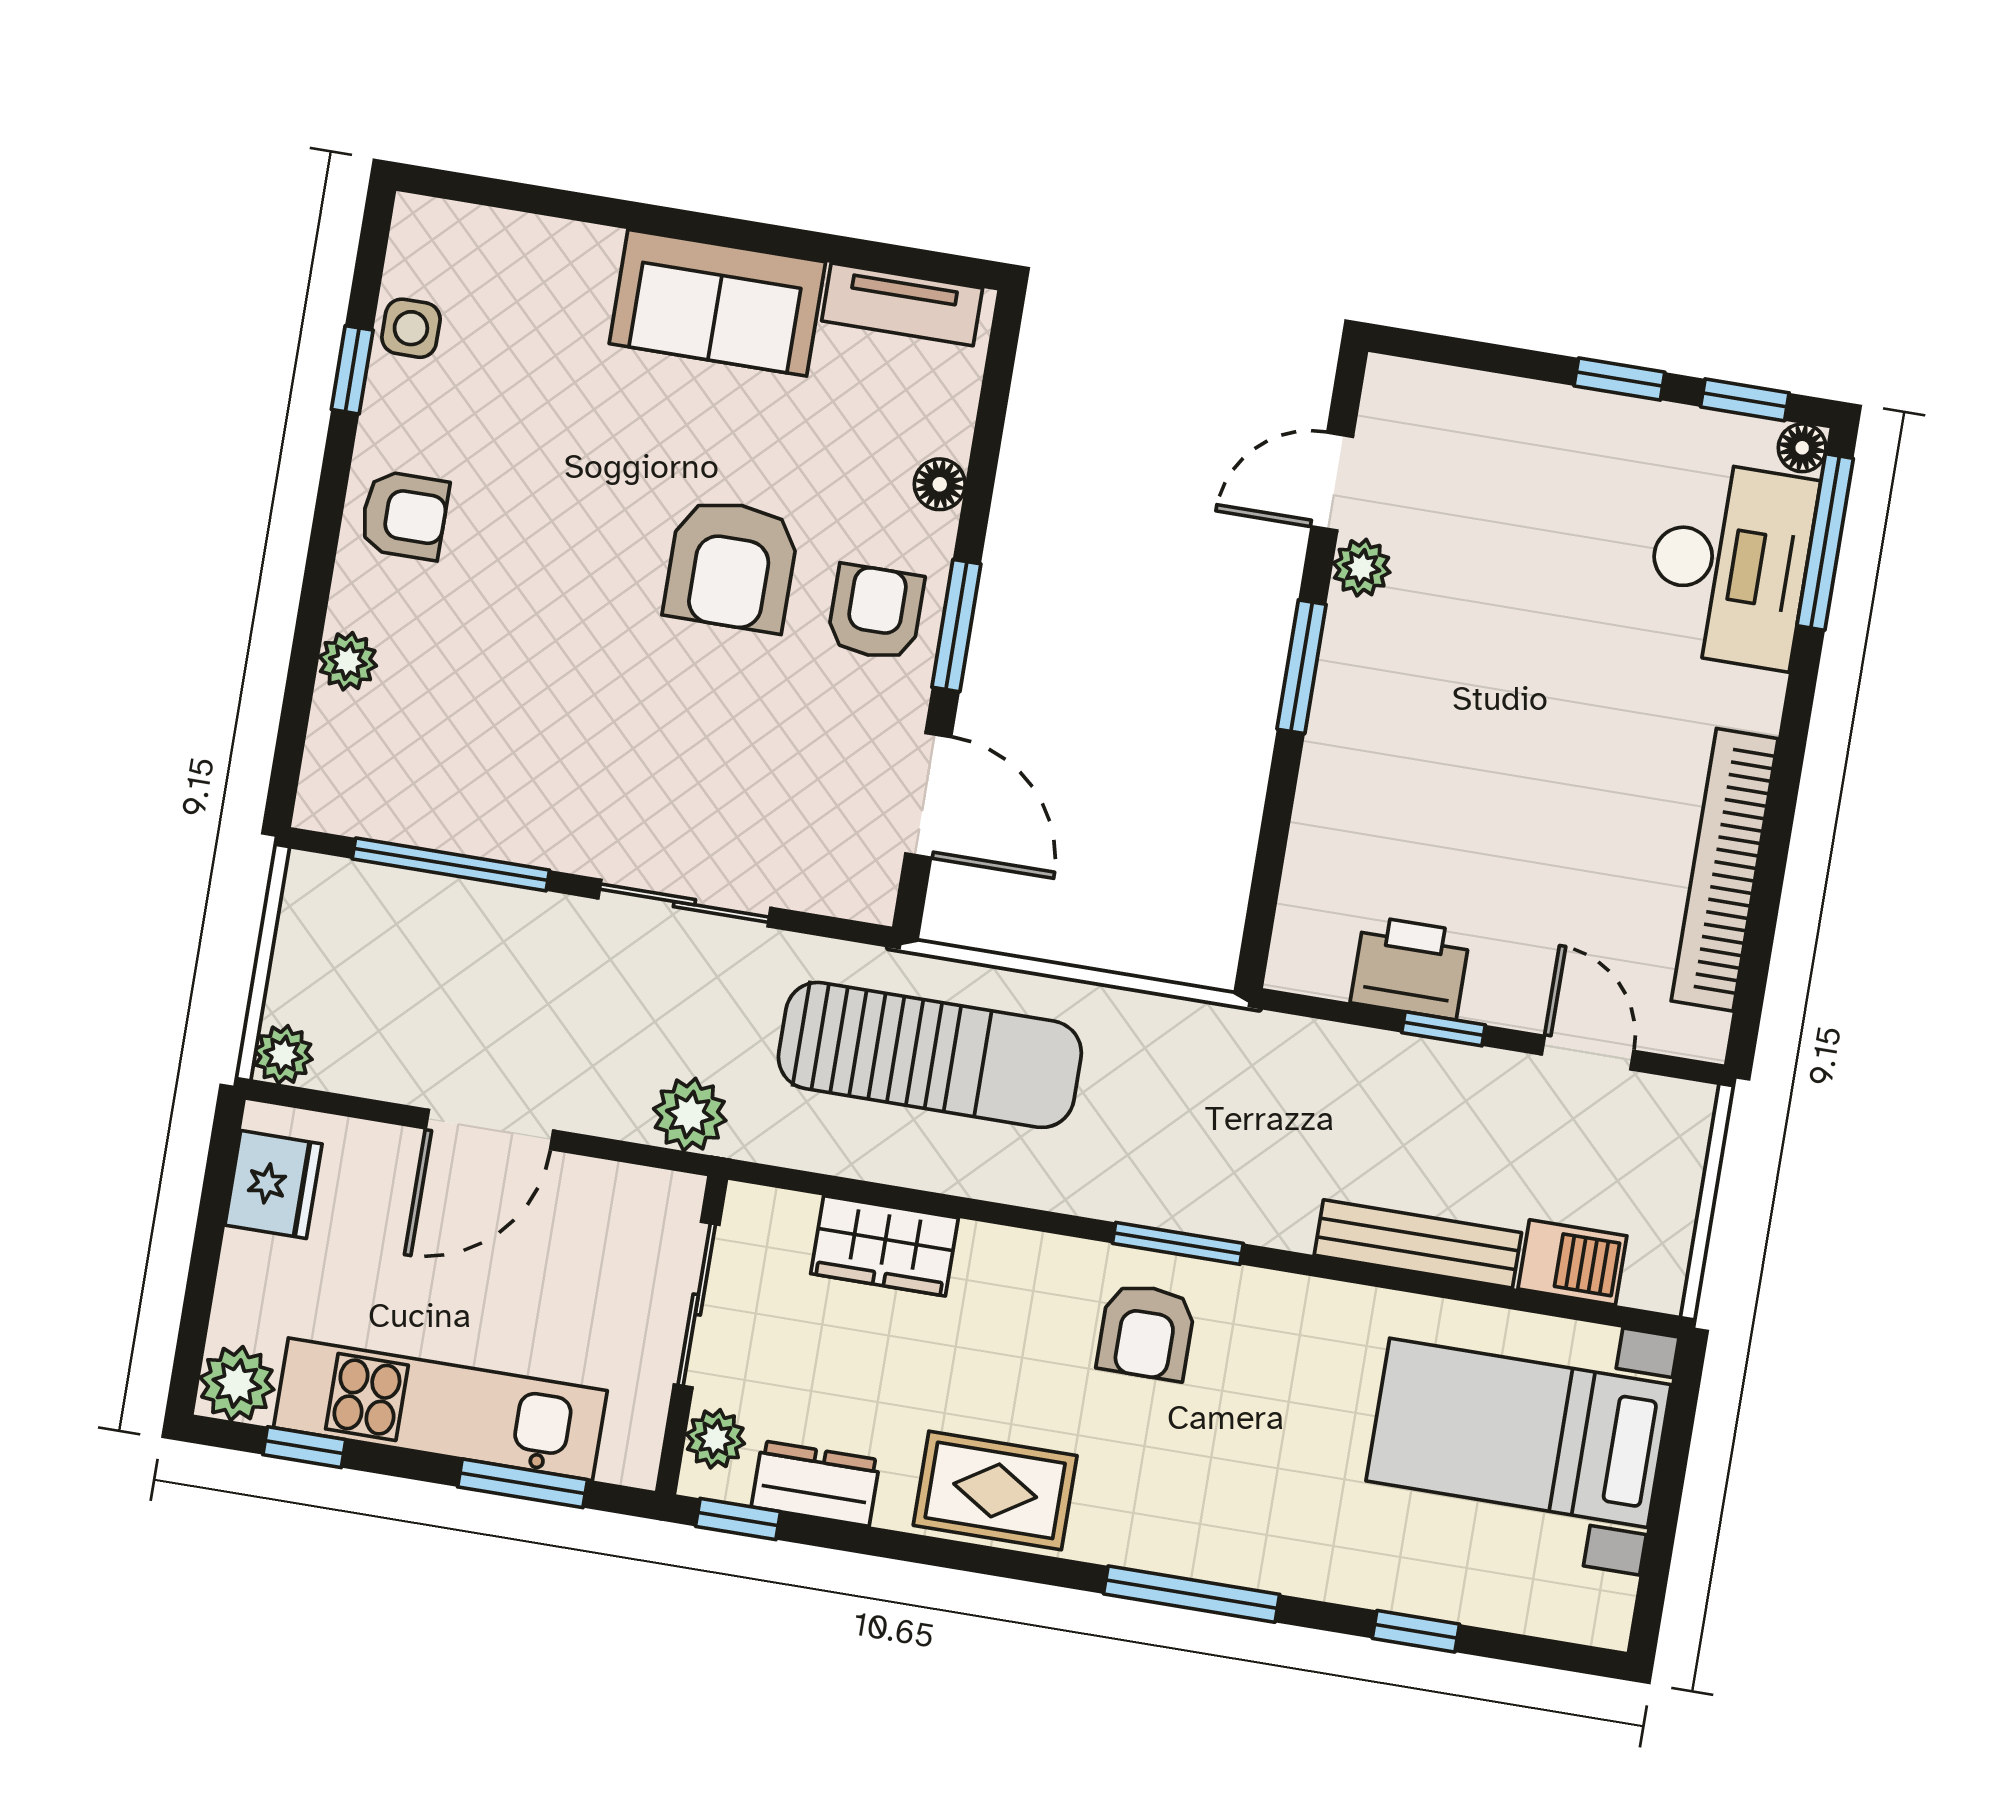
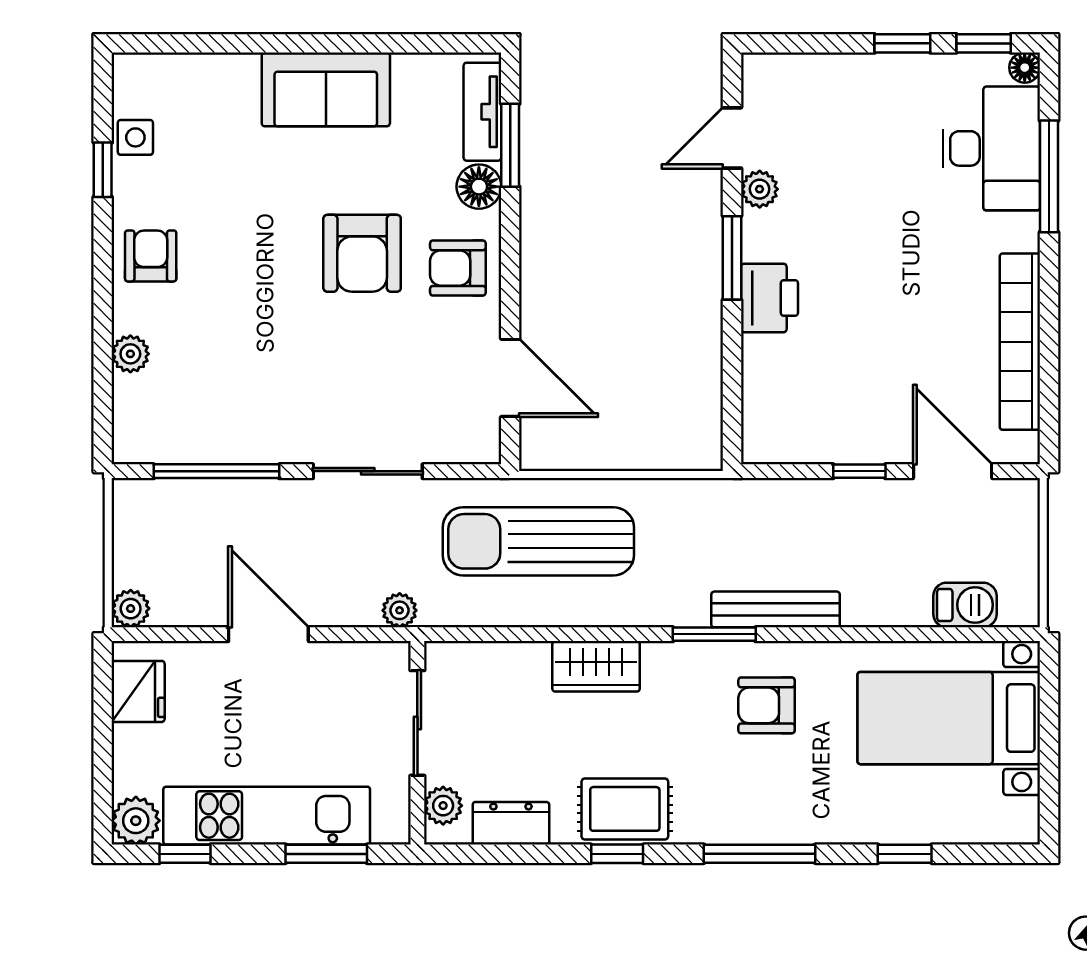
tv unit: (902, 304) -> (482, 112), moved, turned 90
floor lamp: (940, 484) -> (479, 187), width x1.37, depth x1.37
armchair: (404, 515) -> (151, 256), turned -90
window: (1825, 542) -> (1049, 176), moved
armchair: (876, 612) -> (458, 268), turned -90
window: (956, 626) -> (510, 145), moved
printer: (1410, 967) -> (769, 298), moved, turned 90
door: (1588, 1053) -> (953, 471), width x1.38
sun lounger: (930, 1055) -> (538, 541), turned 180
plant: (690, 1115) -> (400, 610), width x0.73, depth x0.73
door: (489, 1129) -> (268, 634), swing flipped
bench: (1418, 1244) -> (776, 609), moved
wardrobe: (884, 1246) -> (596, 666), moved
armchair: (1146, 1332) -> (767, 705), moved, turned 90
window: (738, 1519) -> (617, 854), moved

